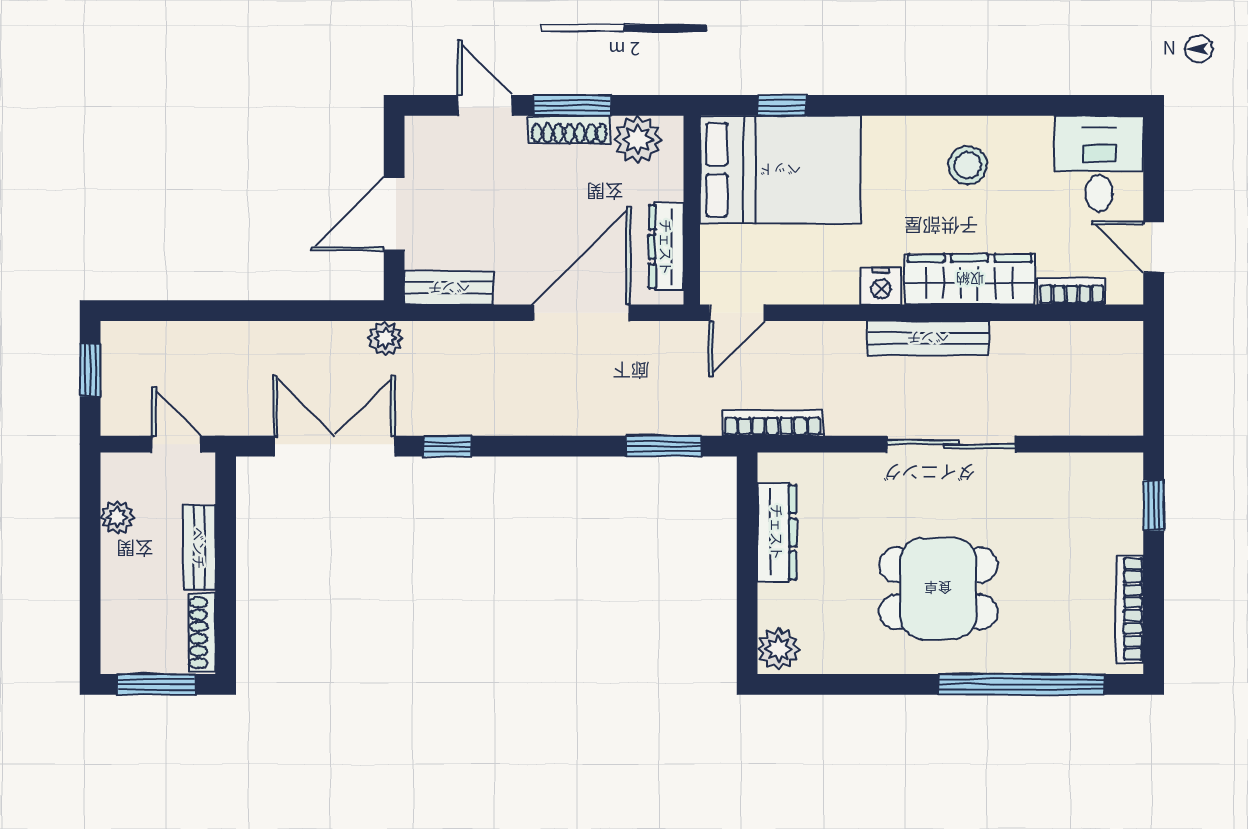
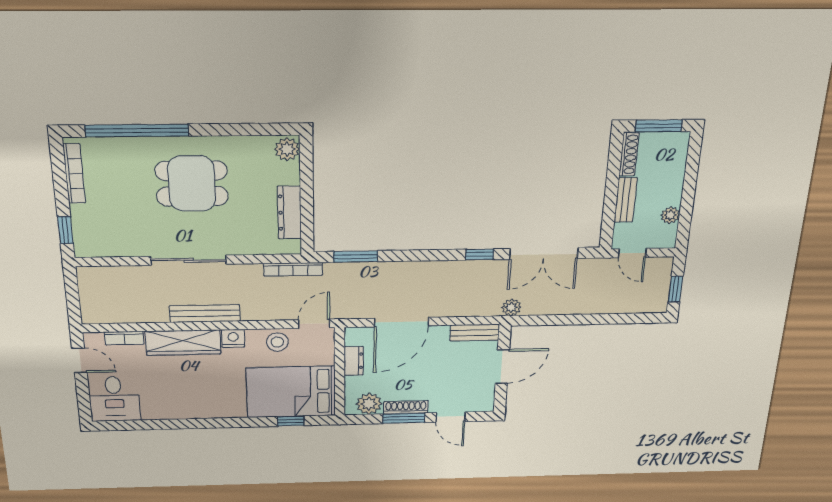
stool: (968, 165) -> (277, 342), moved
dresser: (666, 247) -> (354, 361), width x0.70

